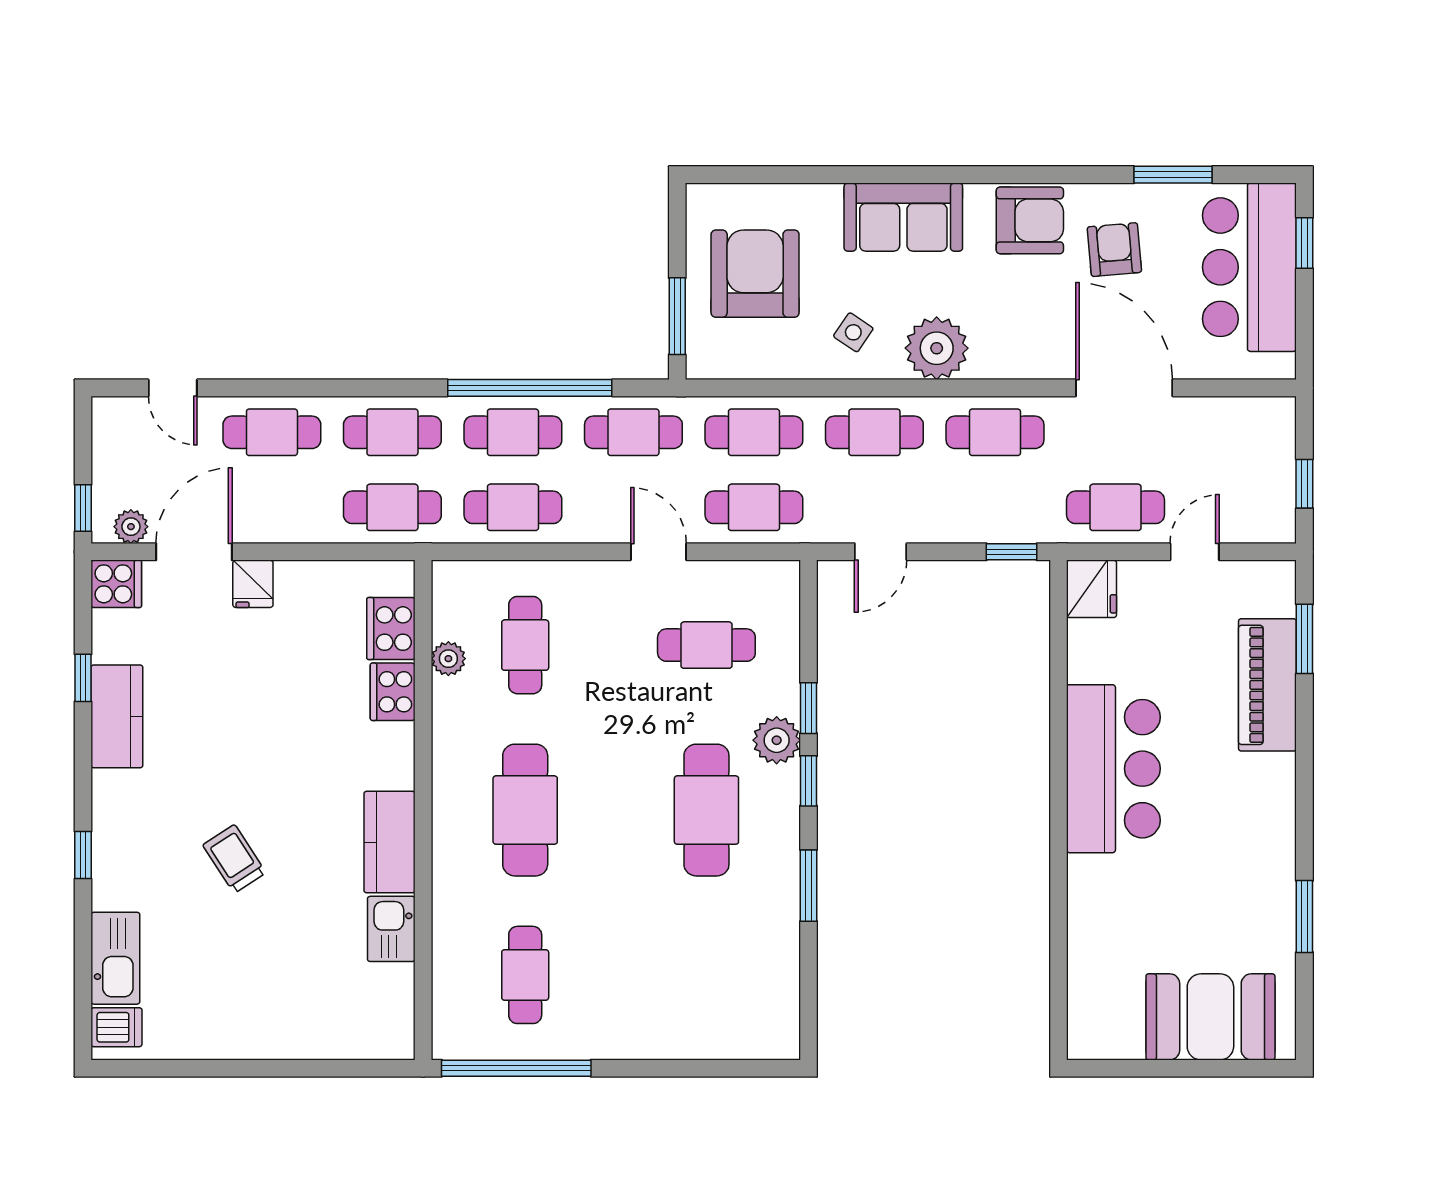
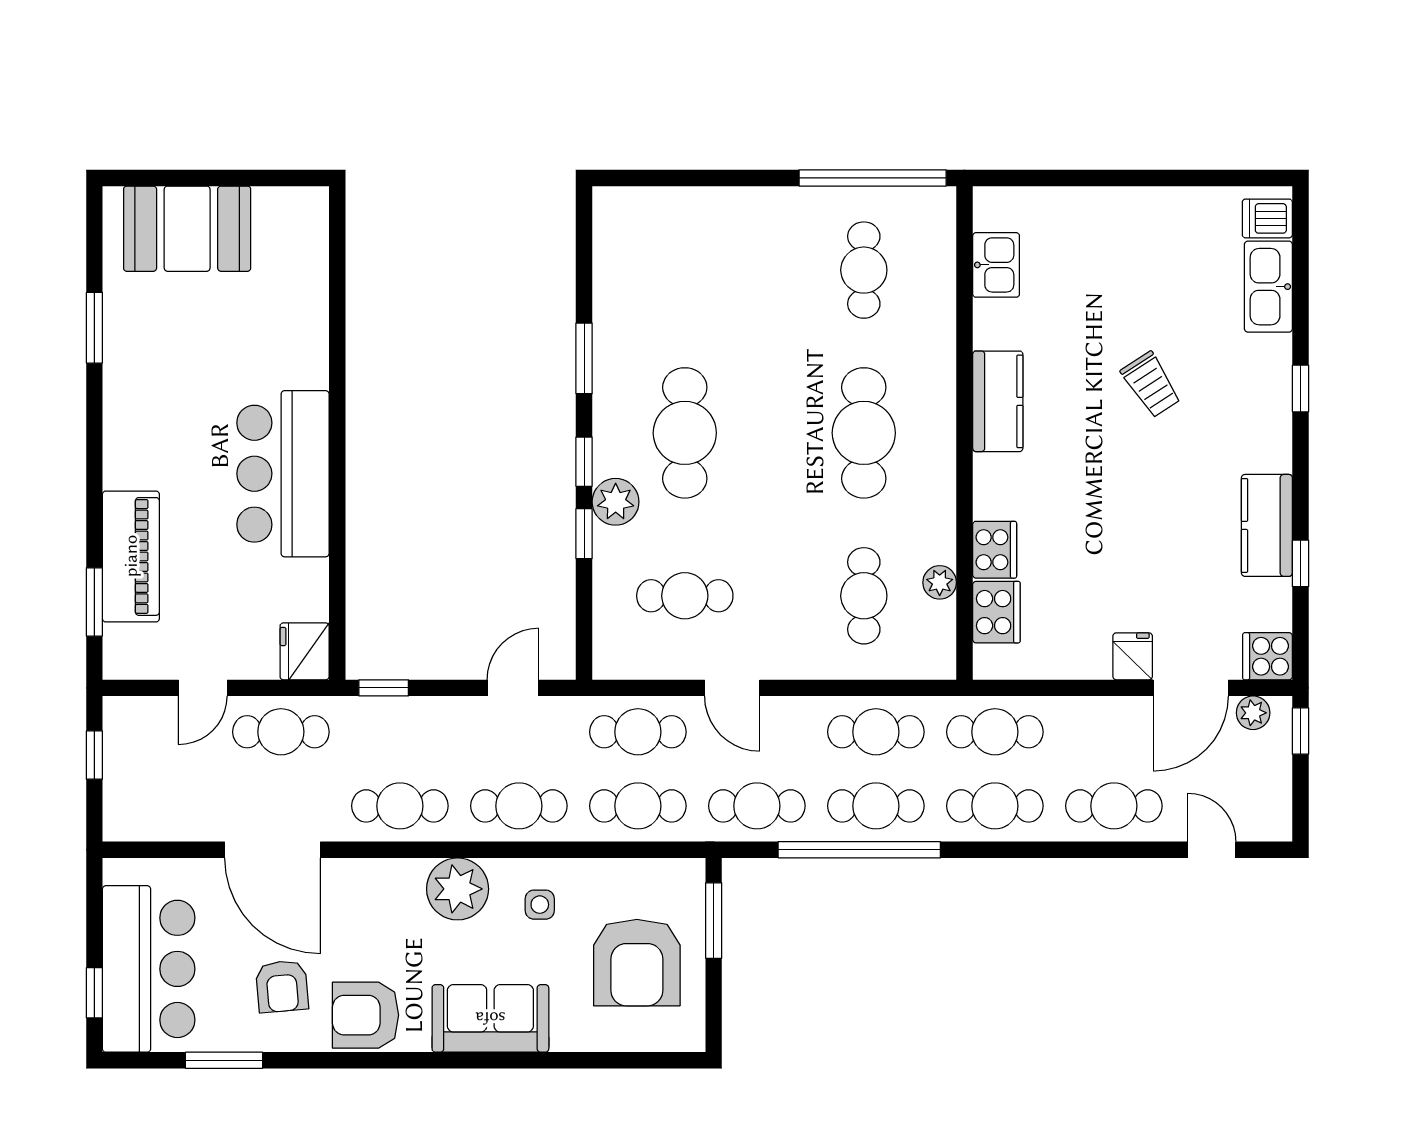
side table: (853, 332) -> (540, 905), turned -34
kitchen sink: (391, 929) -> (996, 265), moved

